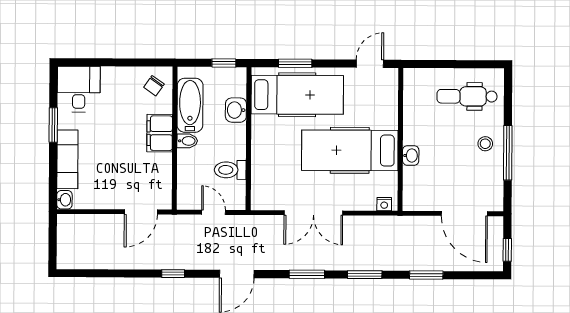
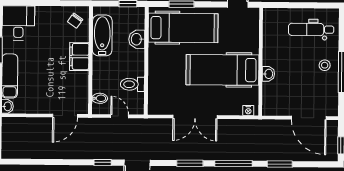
bidet: (187, 141) -> (100, 98), moved
window: (173, 274) -> (103, 162), moved
window: (365, 275) -> (233, 164), width x1.44

